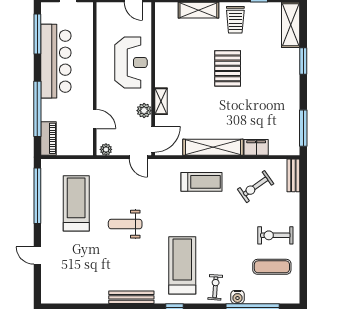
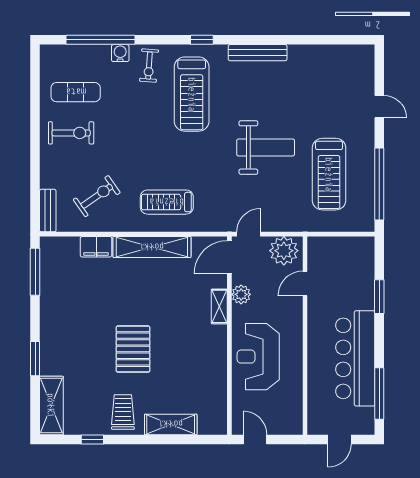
window: (37, 109) -> (379, 297), width x0.47
door: (95, 119) -> (305, 284), hinge flipped
piano: (48, 138) -> (365, 258), removed
plant: (106, 149) -> (284, 251), width x1.87, depth x1.87
door: (138, 157) -> (249, 234), hinge flipped
weight bench: (125, 224) -> (266, 147), width x1.36, depth x1.33

